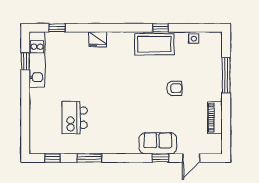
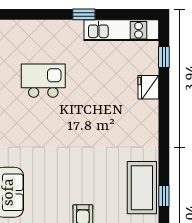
fridge: (98, 39) -> (148, 87), moved
window: (25, 61) -> (84, 14), moved

